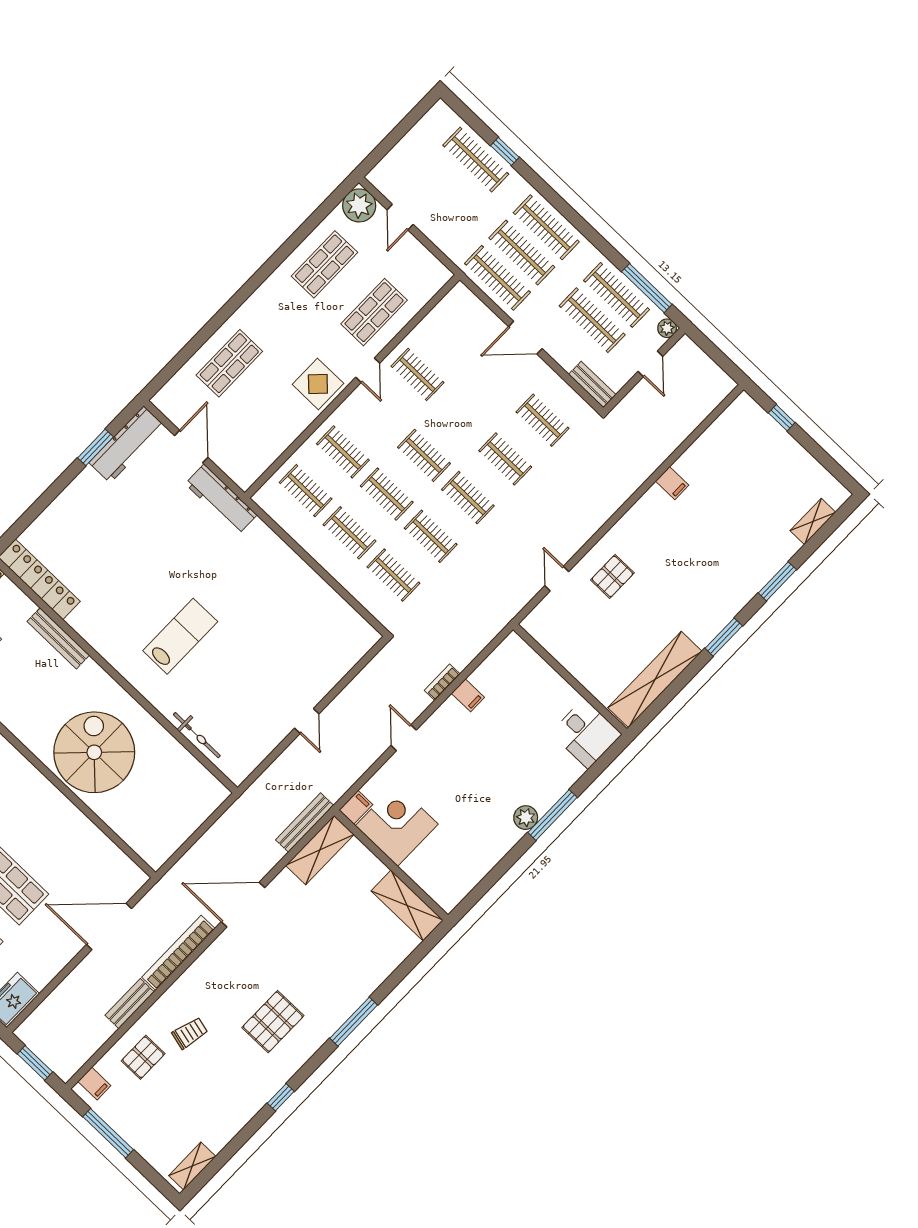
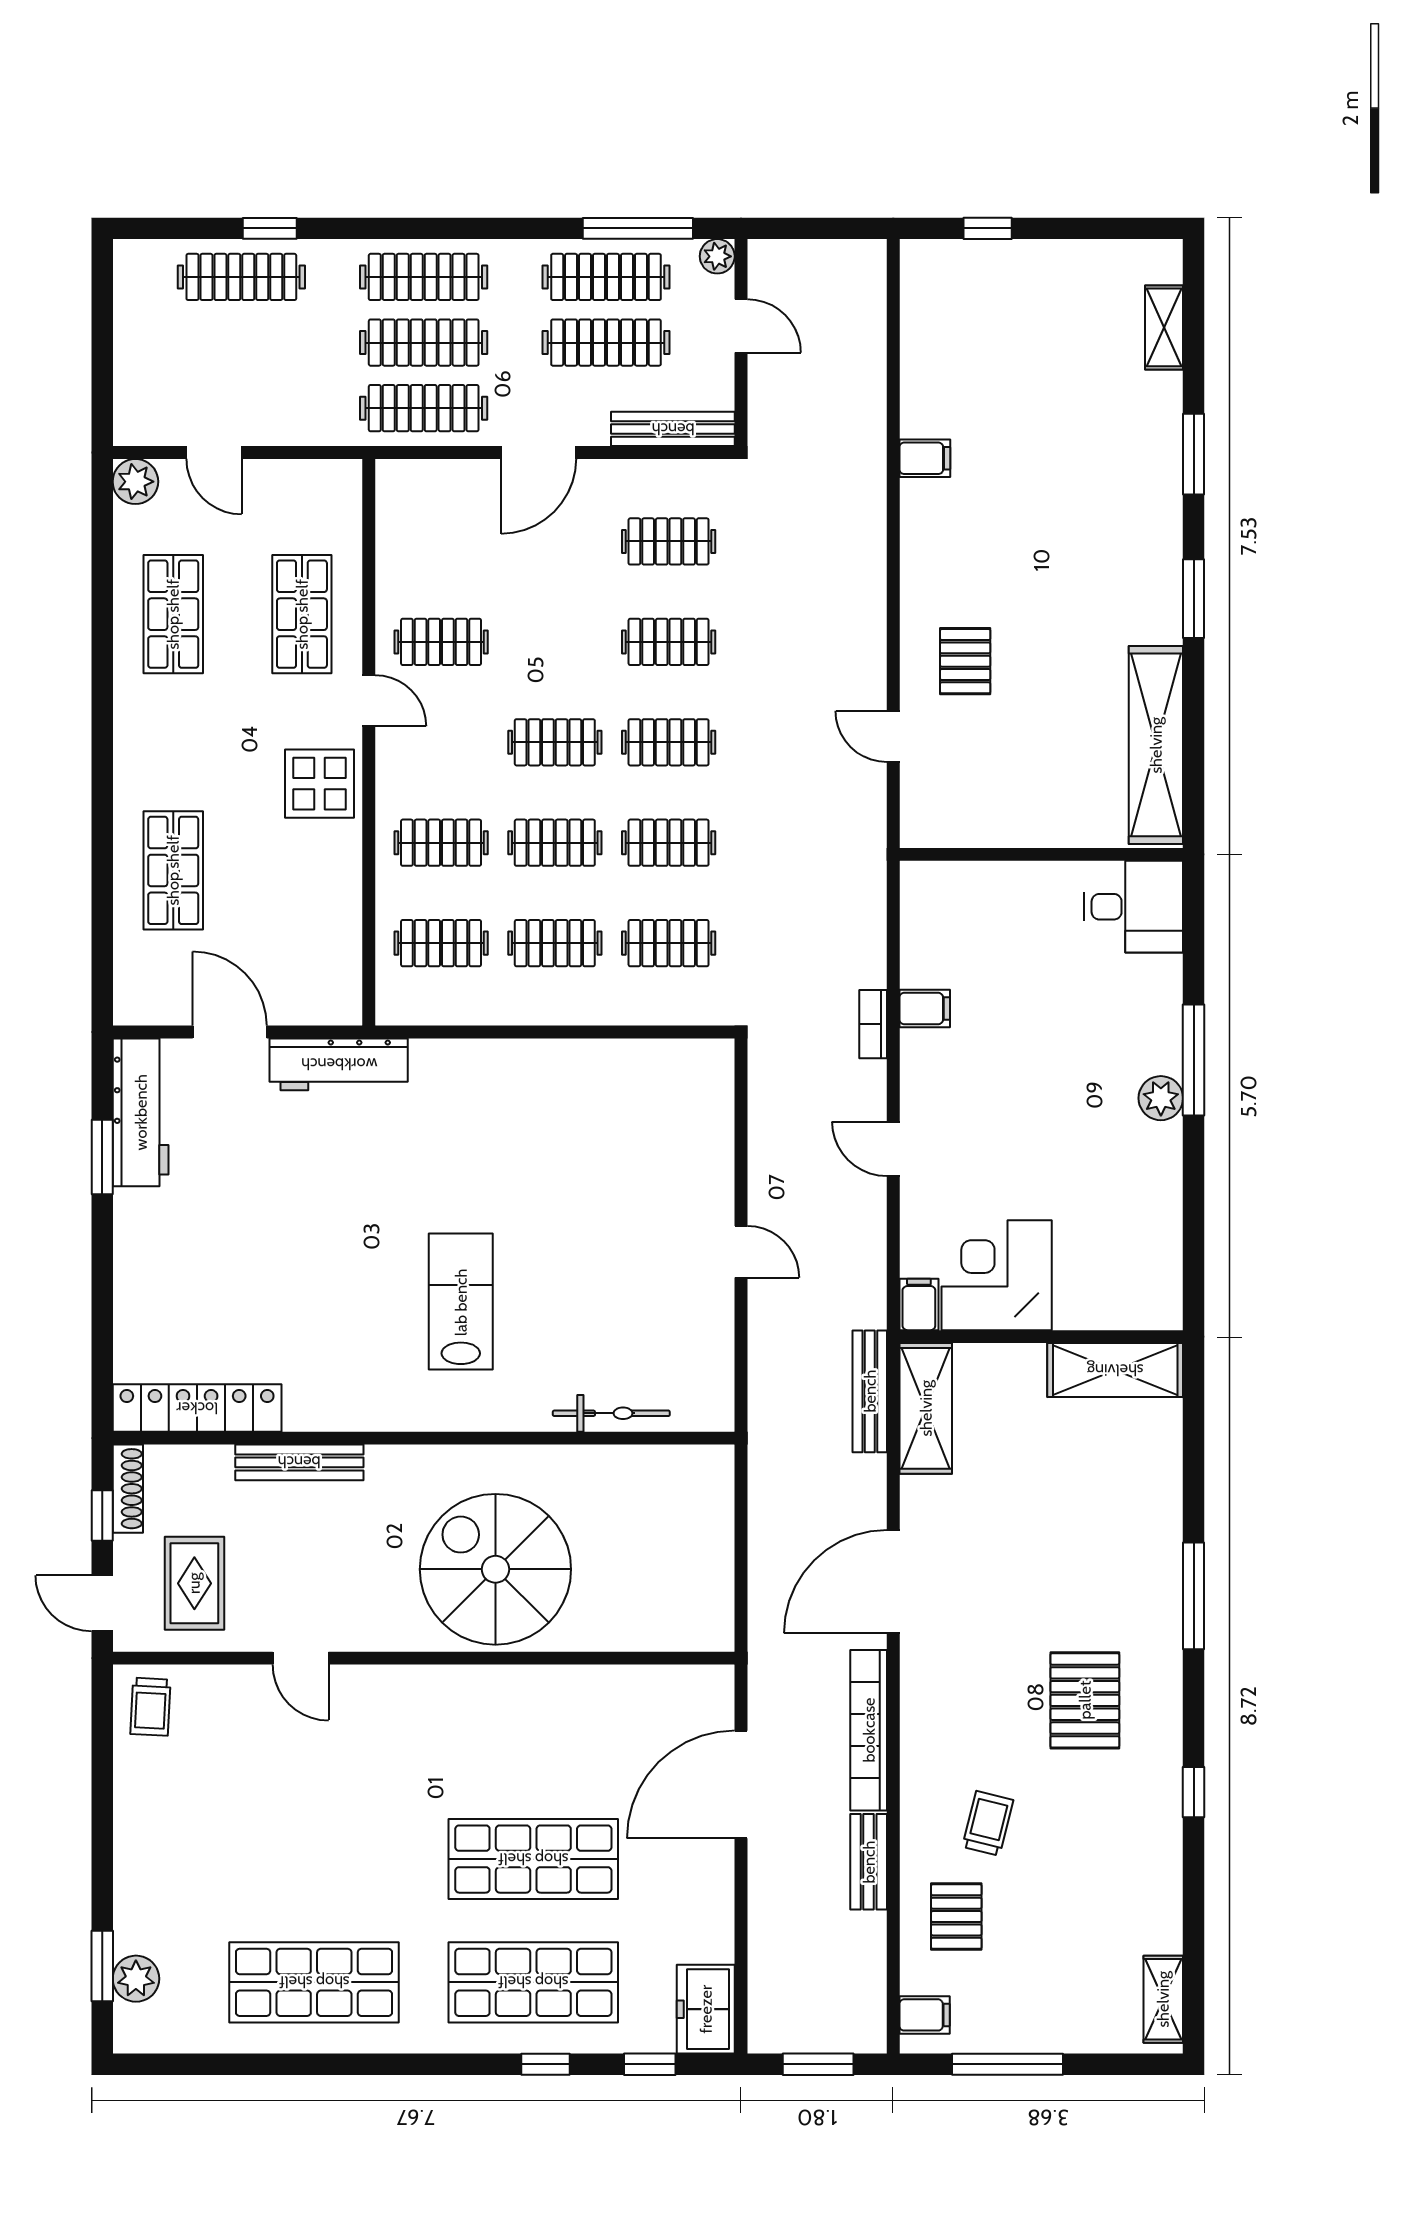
plant: (359, 205) -> (135, 482), width x0.73, depth x0.73
bench: (592, 384) -> (673, 429), width x1.36

